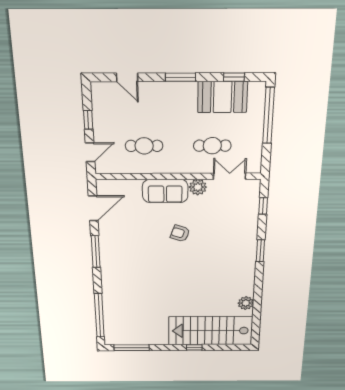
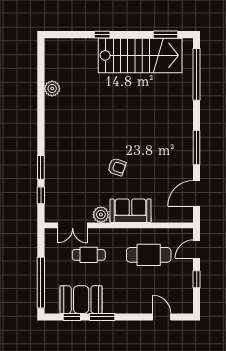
window: (181, 77) -> (102, 317), moved
cafe table: (144, 146) -> (149, 255), width x1.37, depth x1.35
window: (260, 251) -> (41, 167), moved
stairs: (211, 331) -> (140, 55), moved
window: (132, 348) -> (166, 35), width x0.69

